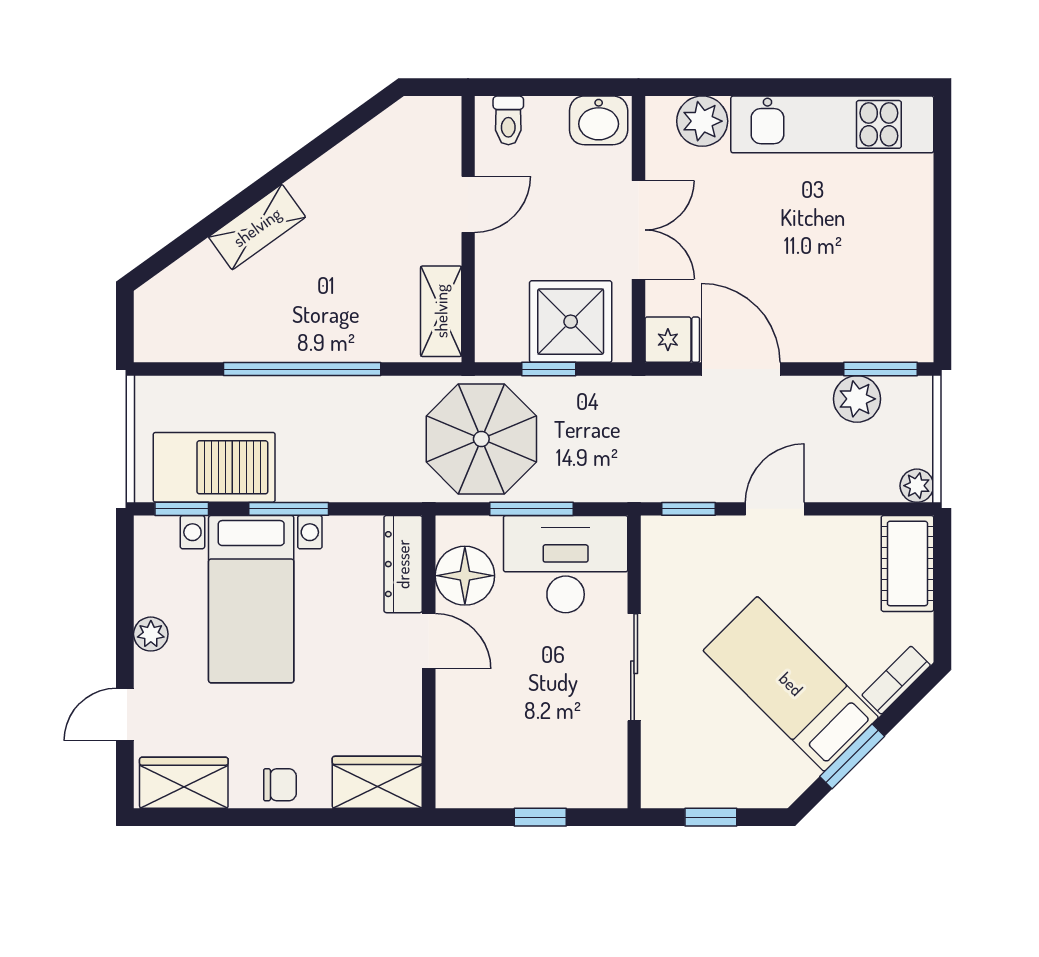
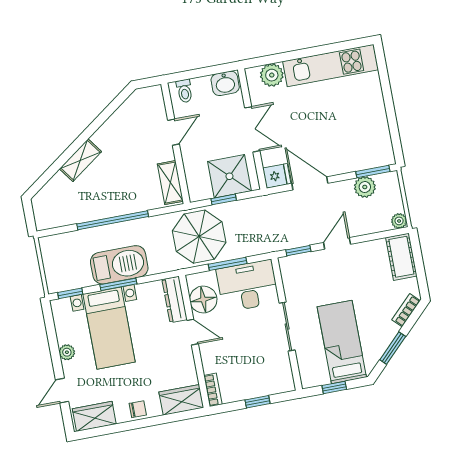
barbecue: (214, 467) -> (119, 265), moved
bed: (791, 684) -> (342, 342), moved, turned 45
bookcase: (449, 773) -> (213, 390), added

